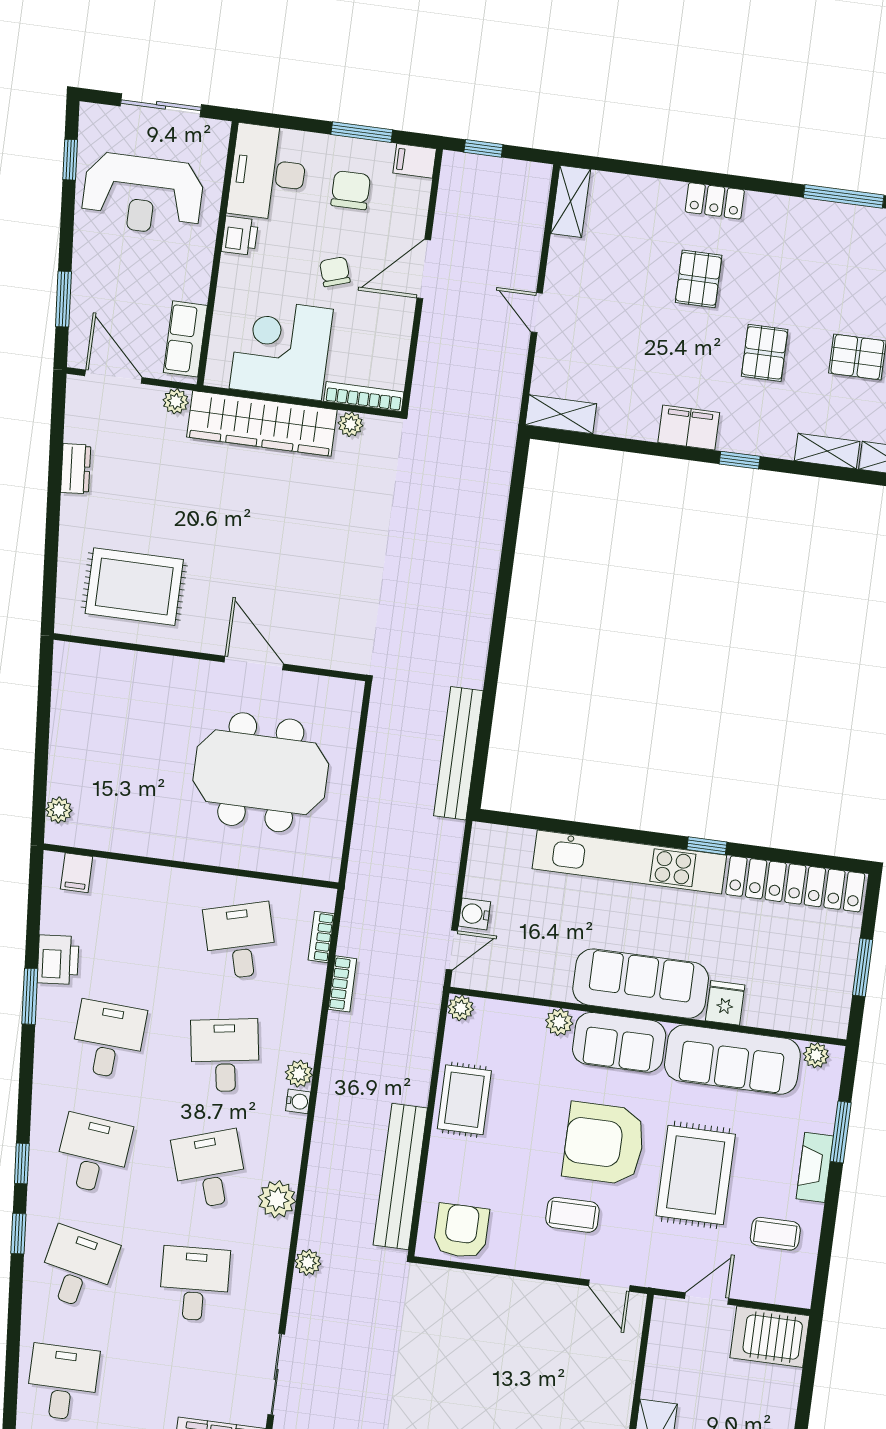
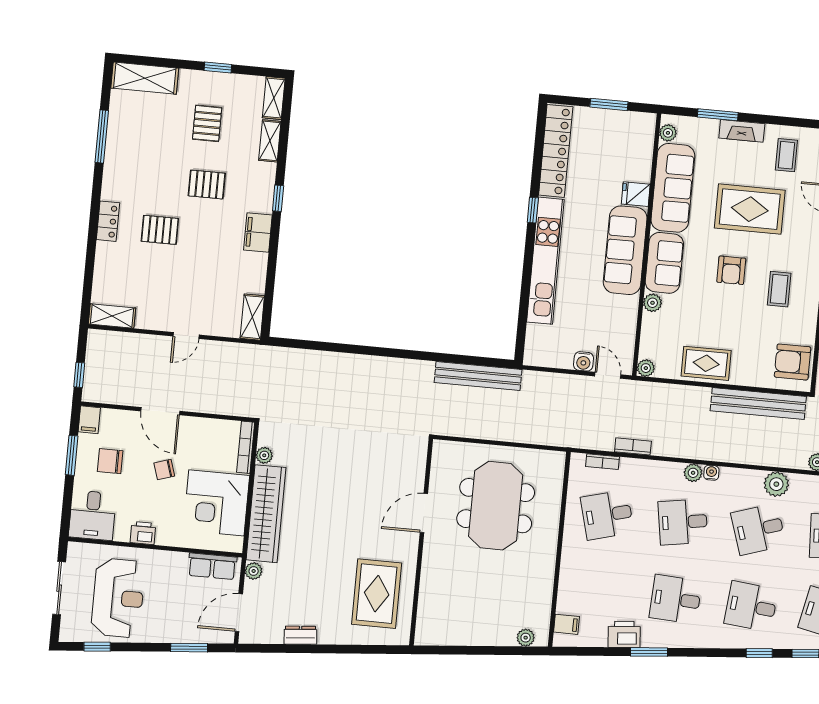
desk: (268, 172) -> (92, 515), width x0.73
armchair: (604, 1143) -> (731, 270), width x0.53, depth x0.53

